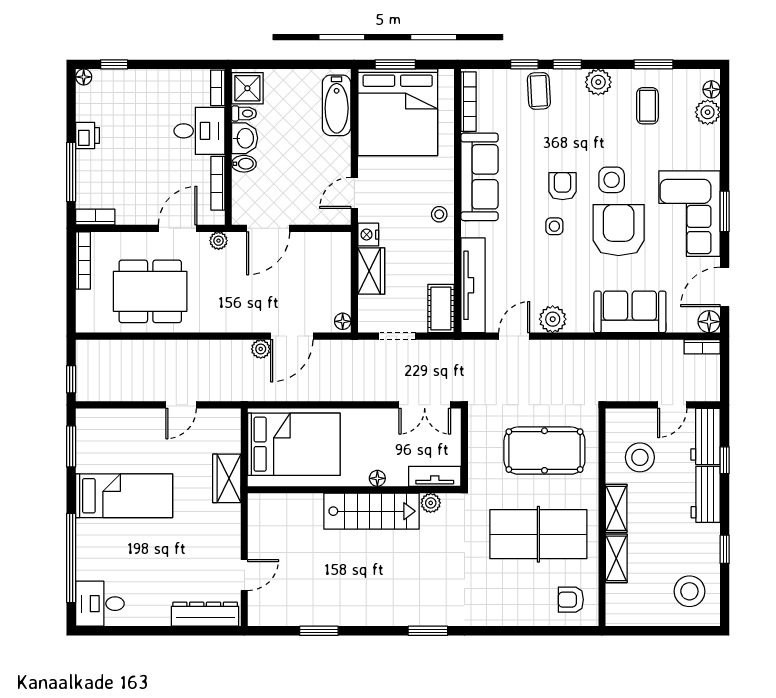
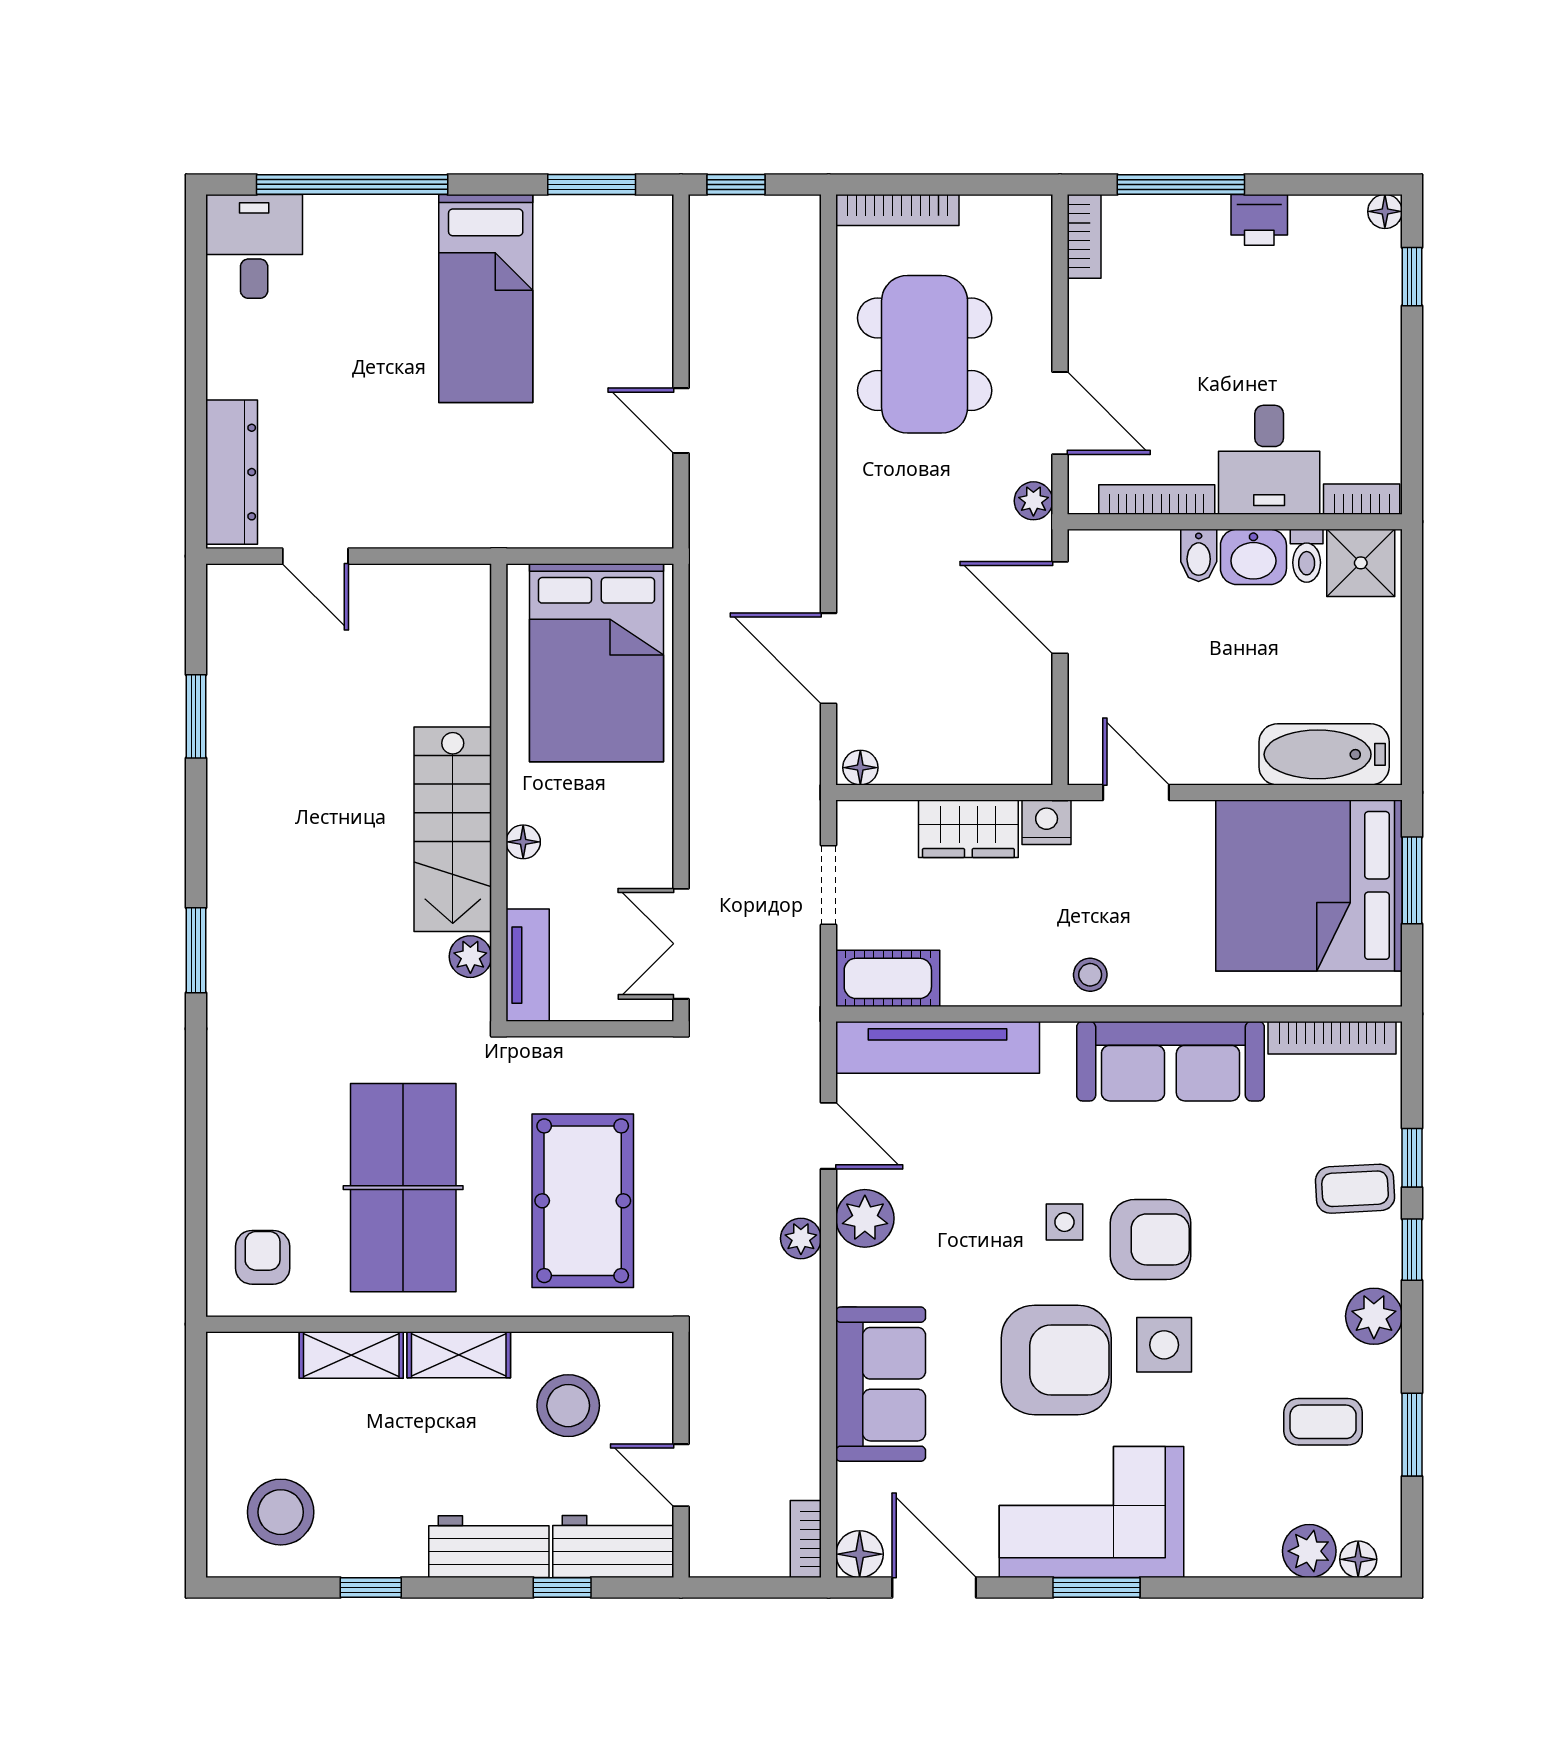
armchair: (563, 186) -> (1151, 1239), width x1.38, depth x1.38
bookcase: (83, 260) -> (897, 210), moved
plant: (261, 349) -> (801, 1238), moved
wardrobe: (227, 478) -> (523, 519), removed

